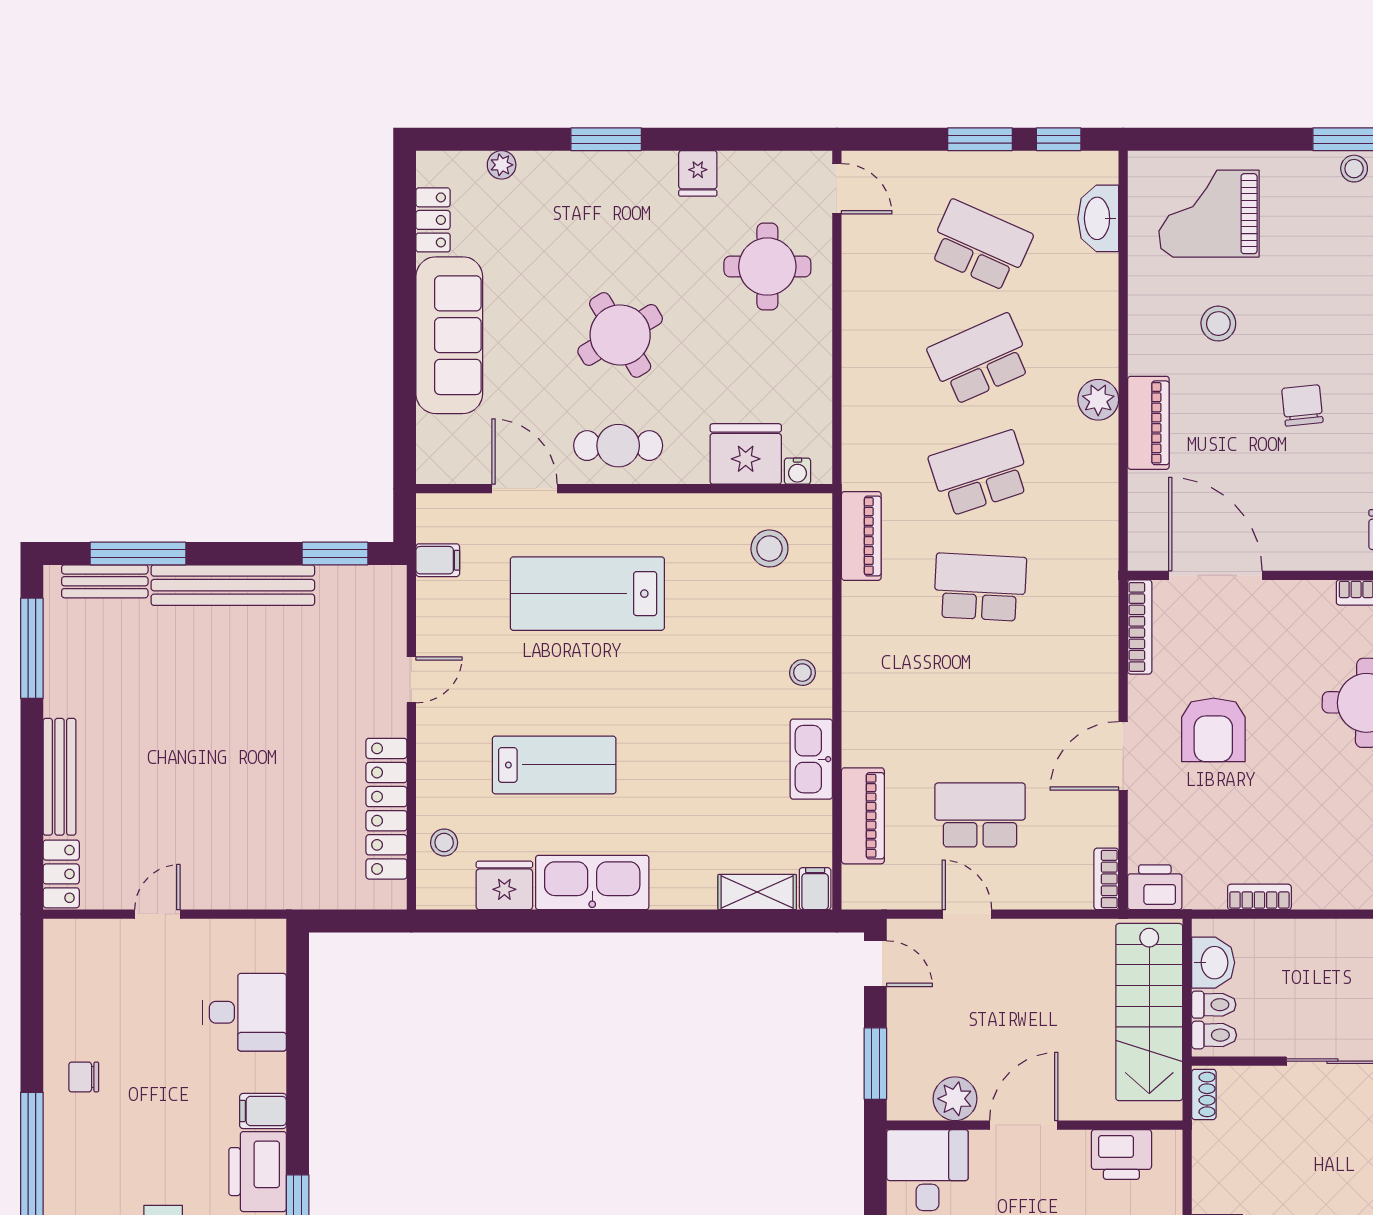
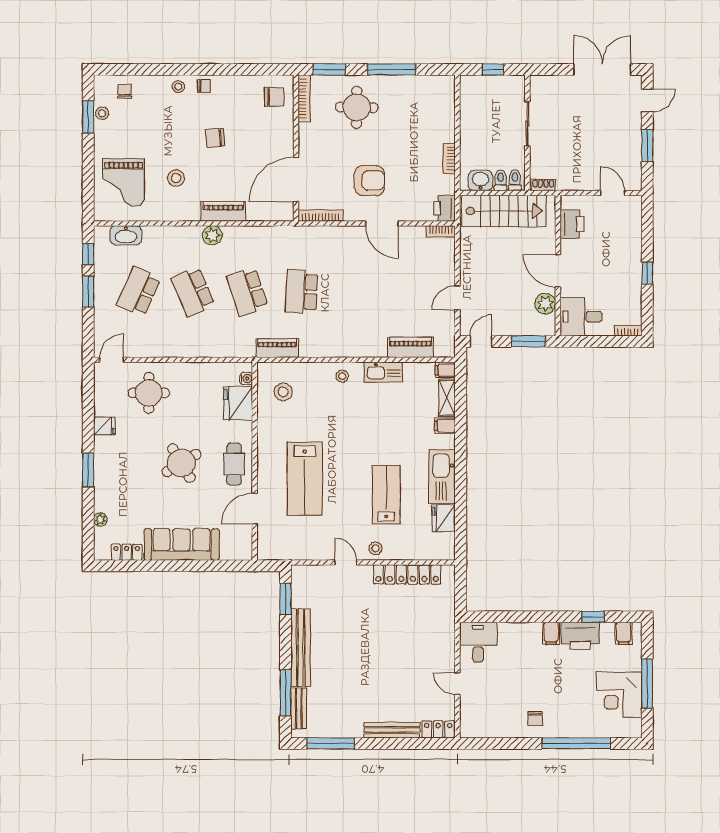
filing cabinet: (438, 560) -> (445, 426), moved, turned -90
school desk: (980, 815) -> (410, 292), removed
stool: (444, 842) -> (375, 548), moved
desk: (245, 1012) -> (478, 642), moved

